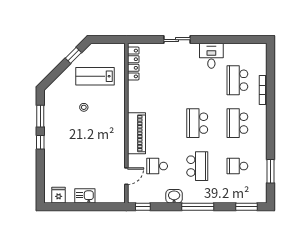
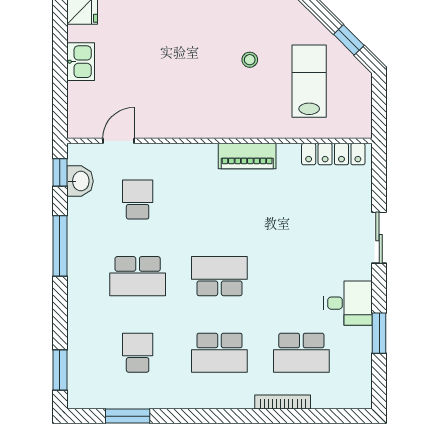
window: (227, 40) -> (379, 333), added
school desk: (237, 80) -> (301, 353), turned 180
school desk: (237, 123) -> (219, 353), turned 180
piano: (136, 133) -> (247, 156), moved, width x0.73, depth x0.75
door: (126, 176) -> (118, 141), swing flipped
washbasin: (174, 196) -> (80, 181), moved
window: (198, 207) -> (60, 246), moved

